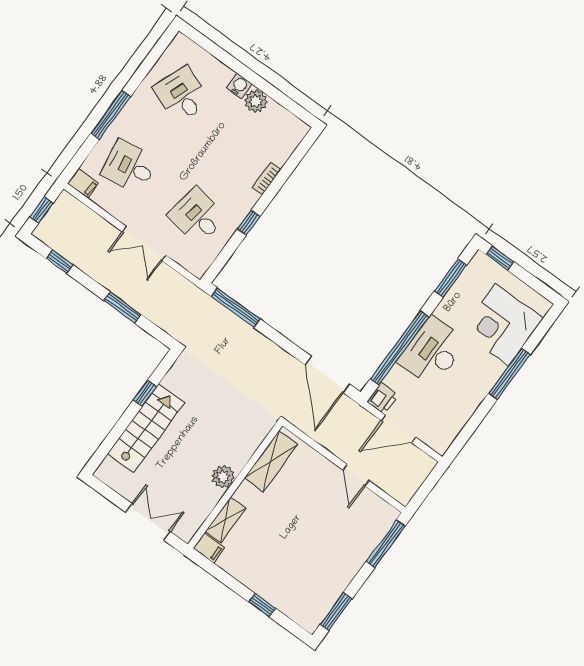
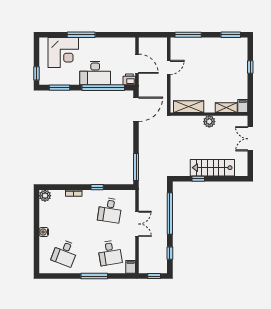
plant: (256, 101) -> (45, 196), moved
window: (122, 308) -> (170, 214), width x2.11

